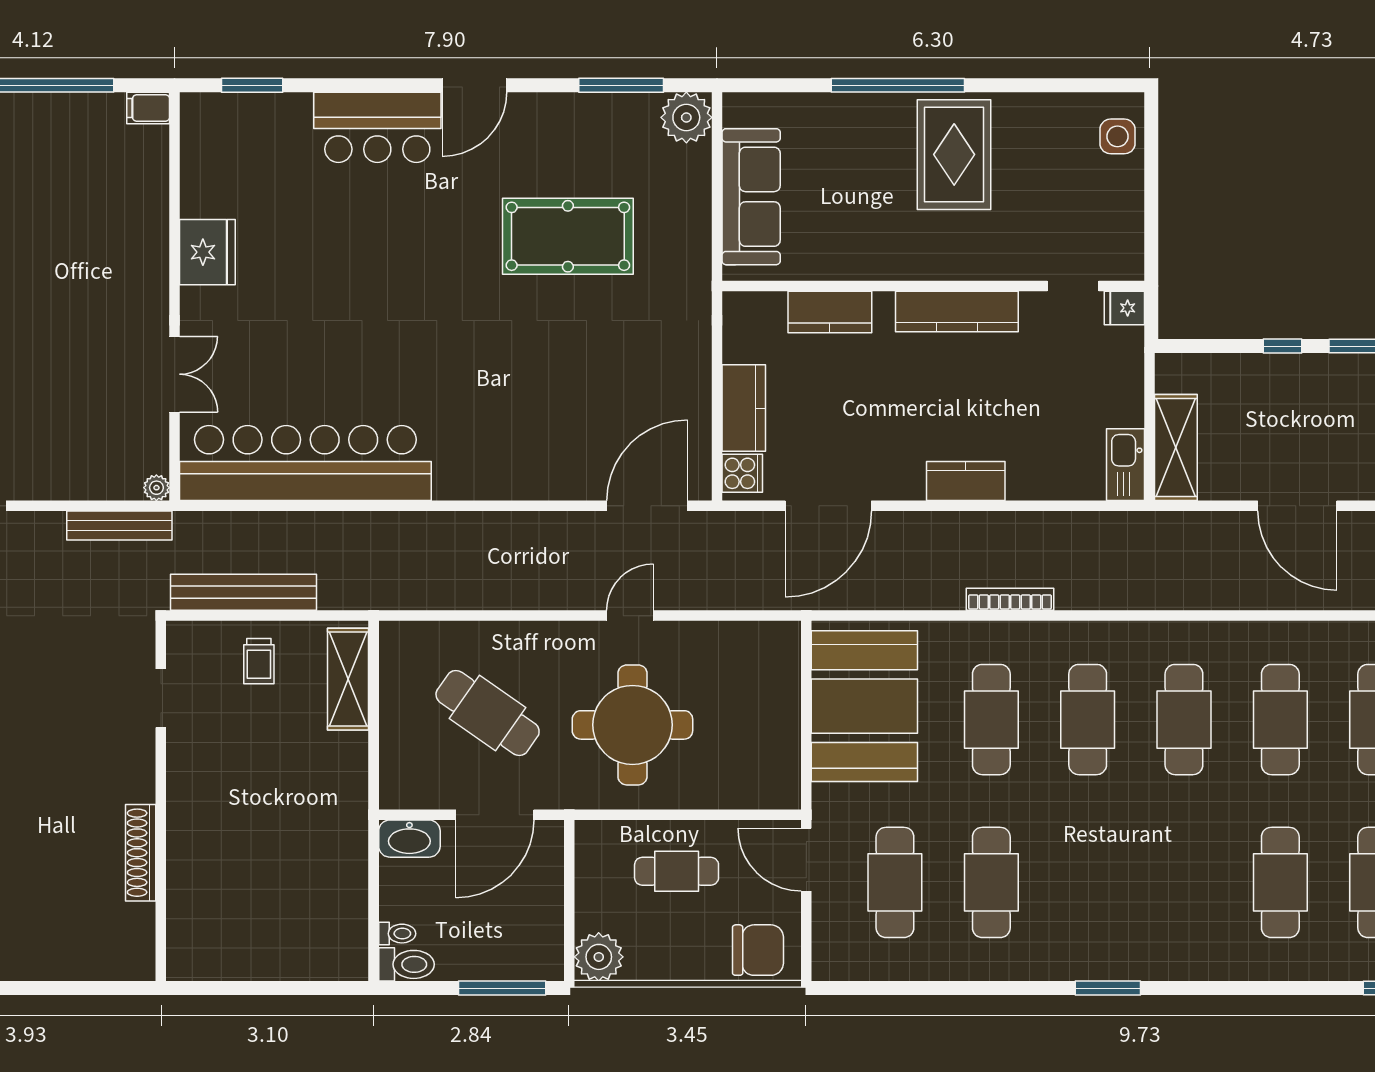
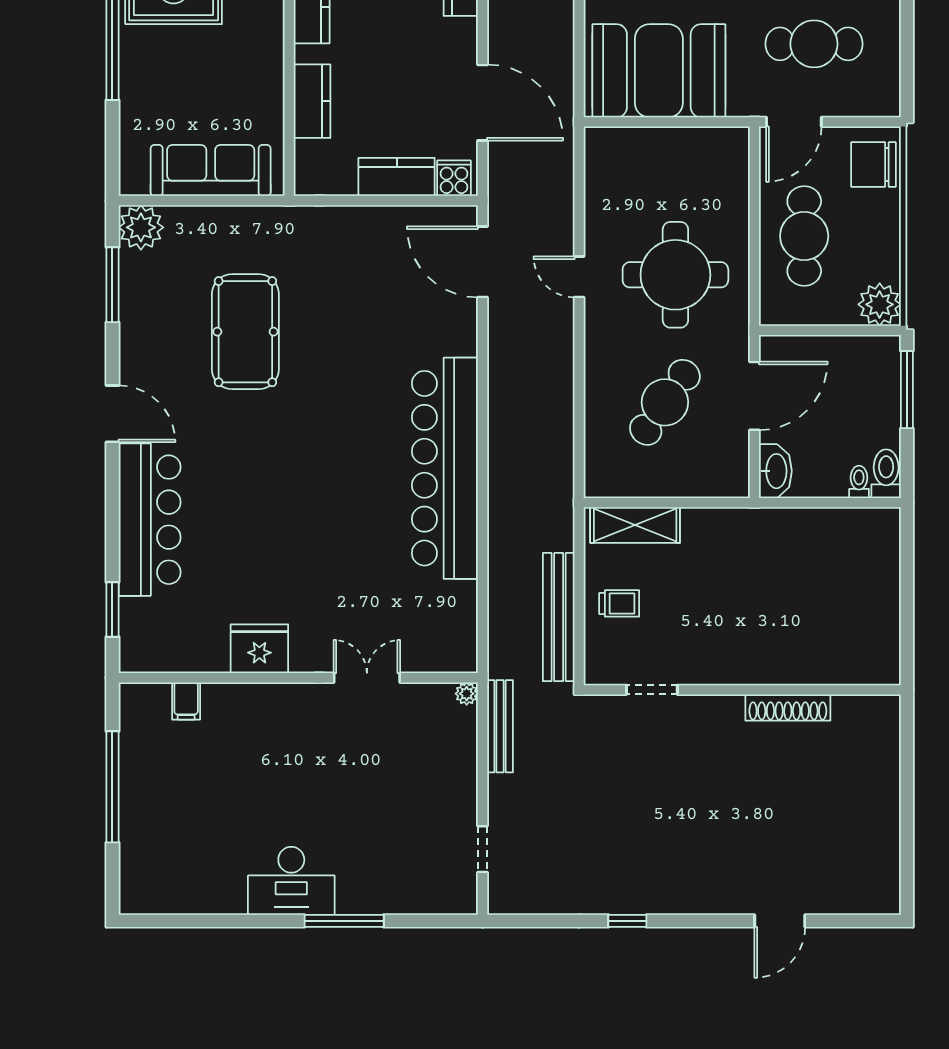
filing cabinet: (148, 108) -> (186, 701), moved
bar counter: (377, 127) -> (150, 520), width x1.36
bar counter: (305, 463) -> (445, 468), moved
door: (495, 815) -> (754, 396), hinge flipped
cafe table: (677, 871) -> (804, 236), width x1.37, depth x1.35
chair: (758, 950) -> (874, 164), turned -90

